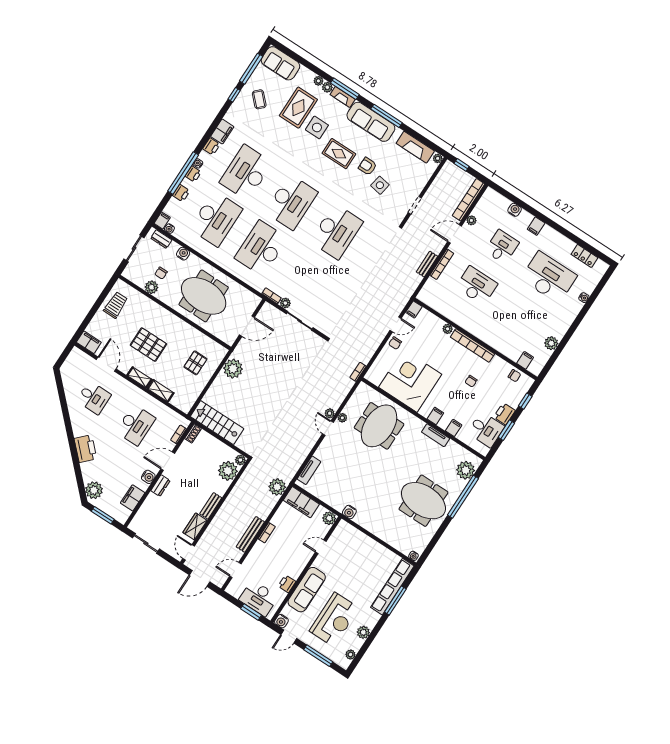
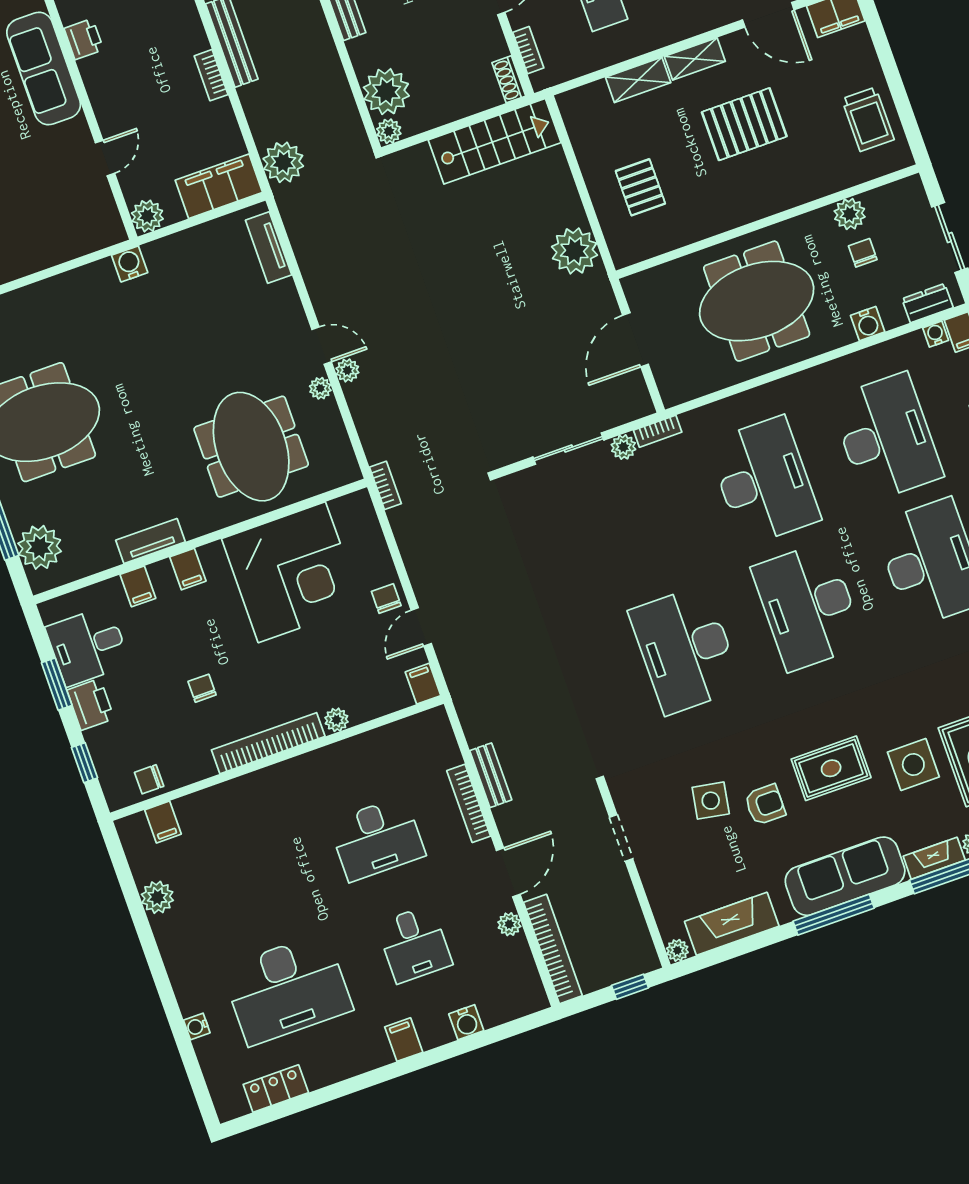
desk: (216, 219) -> (886, 438), turned 180

